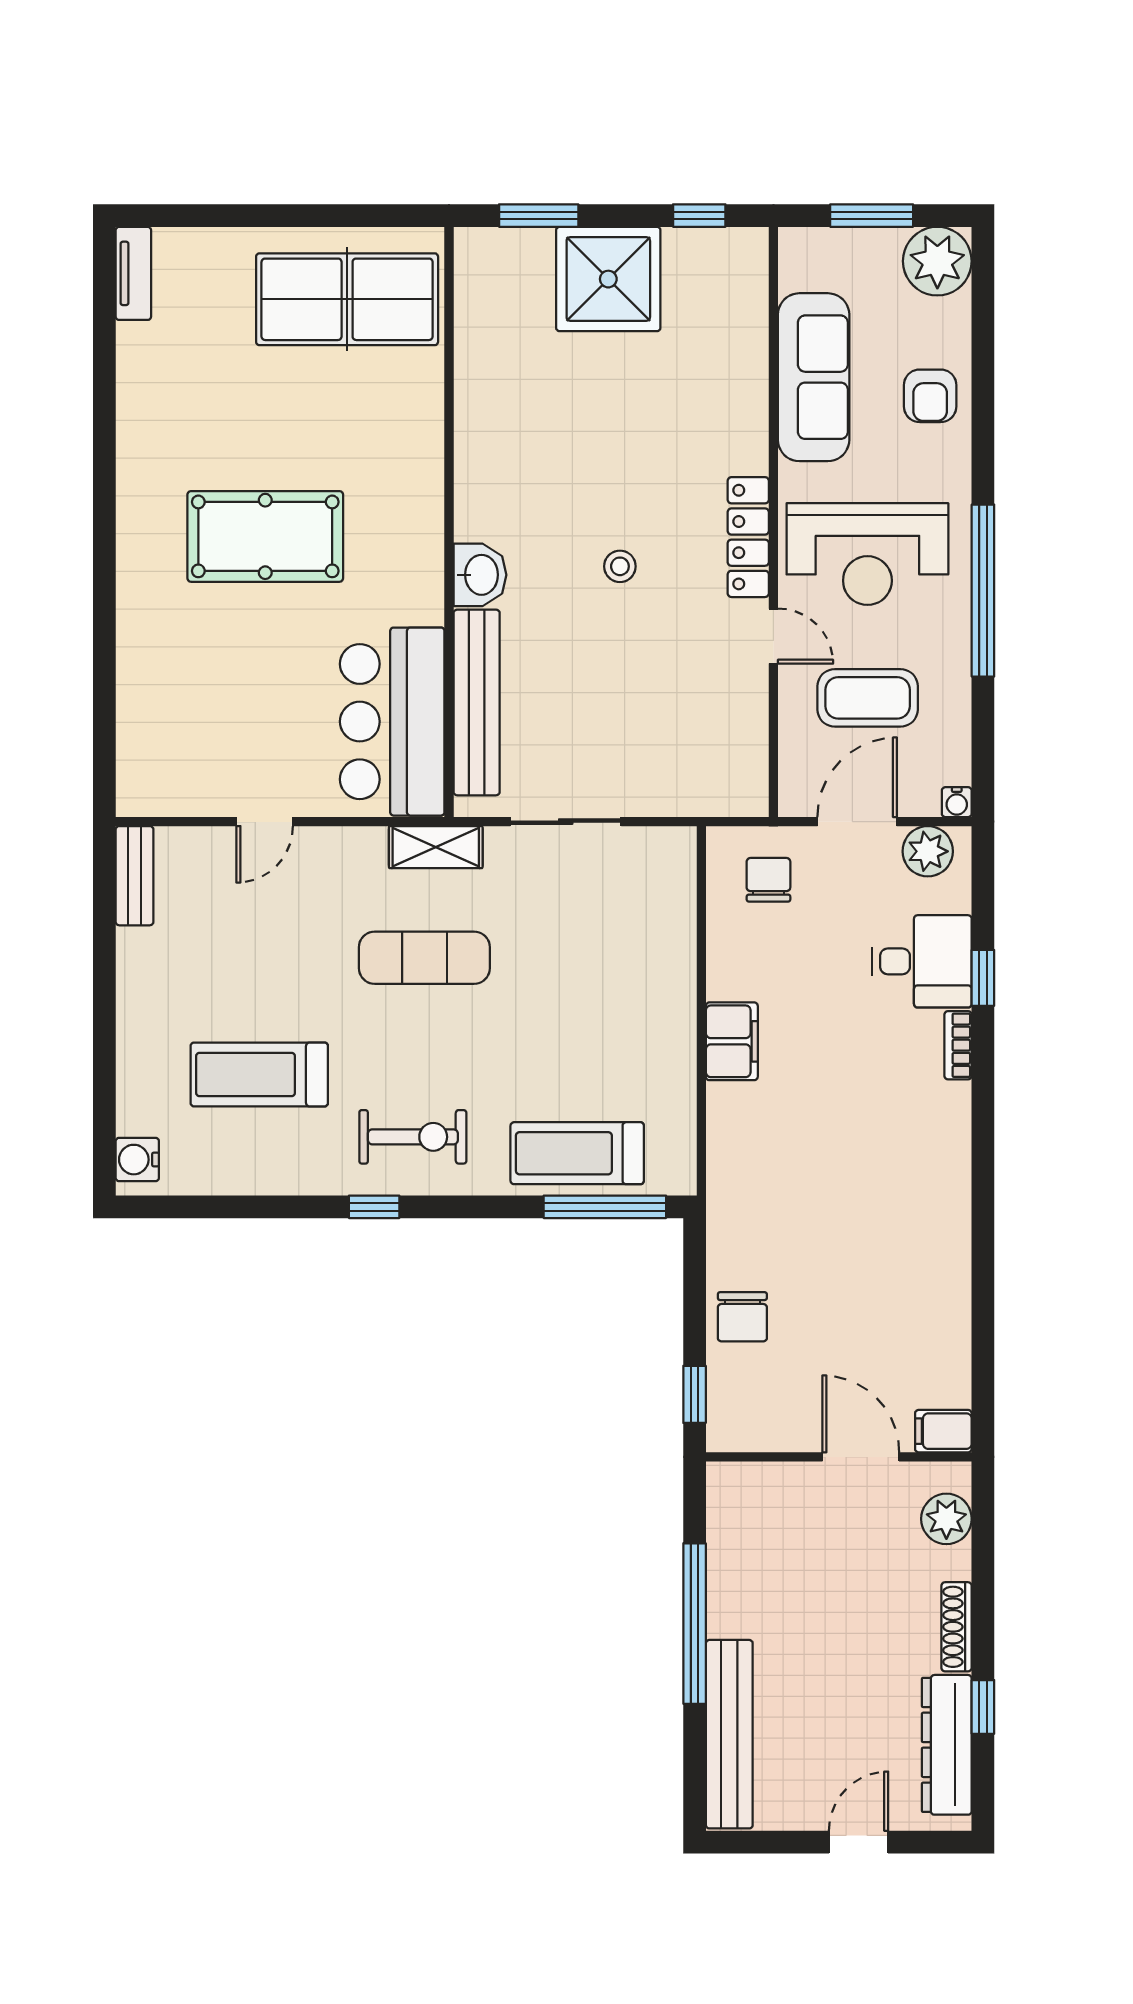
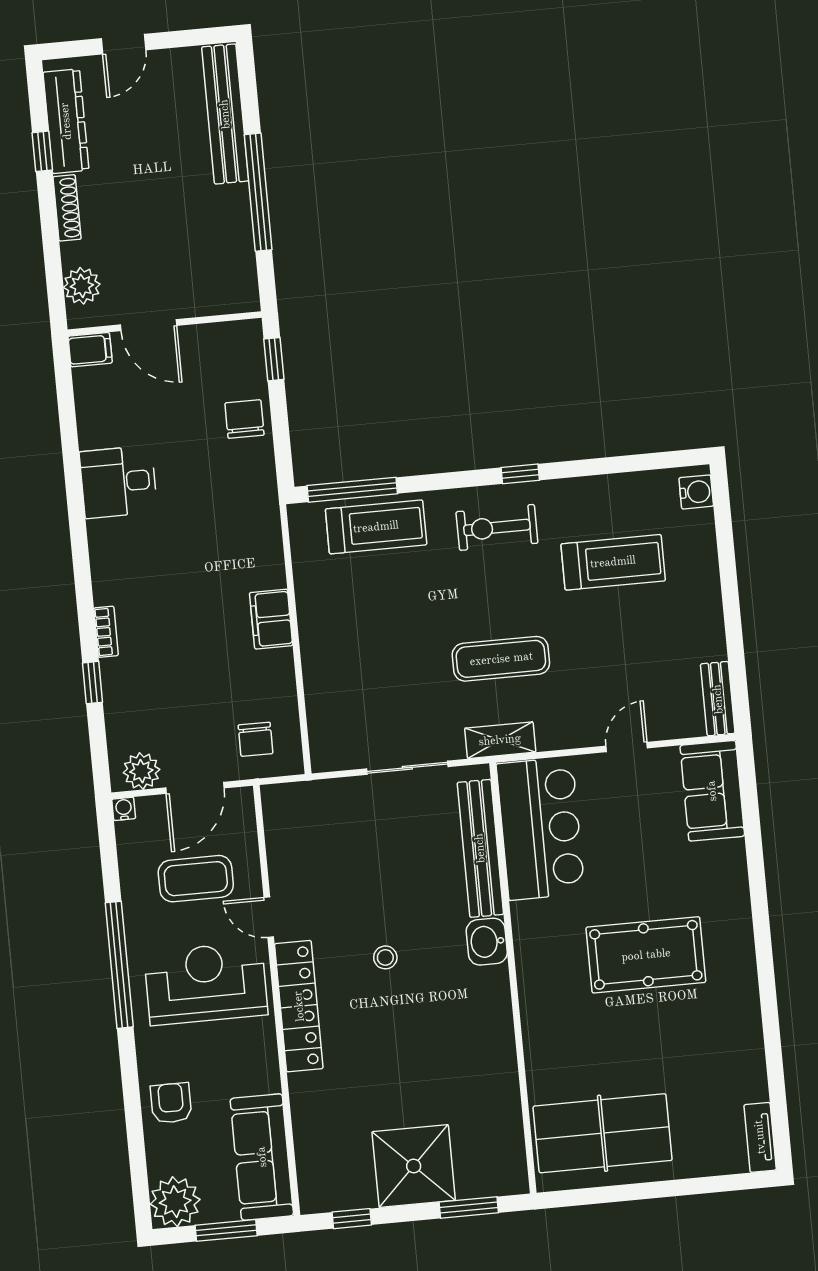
sofa: (814, 377) -> (262, 1157), moved
locker: (748, 537) -> (299, 1006), width x1.41, depth x1.21
sofa: (154, 751) -> (712, 791), added
desk: (922, 961) -> (118, 482), moved

